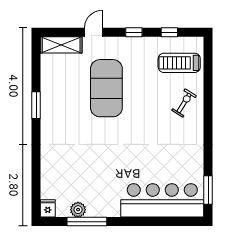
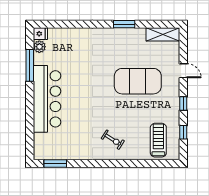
shelving: (61, 45) -> (163, 34), moved, turned 90
exercise bike: (184, 103) -> (113, 140), moved
bar counter: (162, 200) -> (47, 99), moved
plant: (78, 210) -> (39, 47), moved

